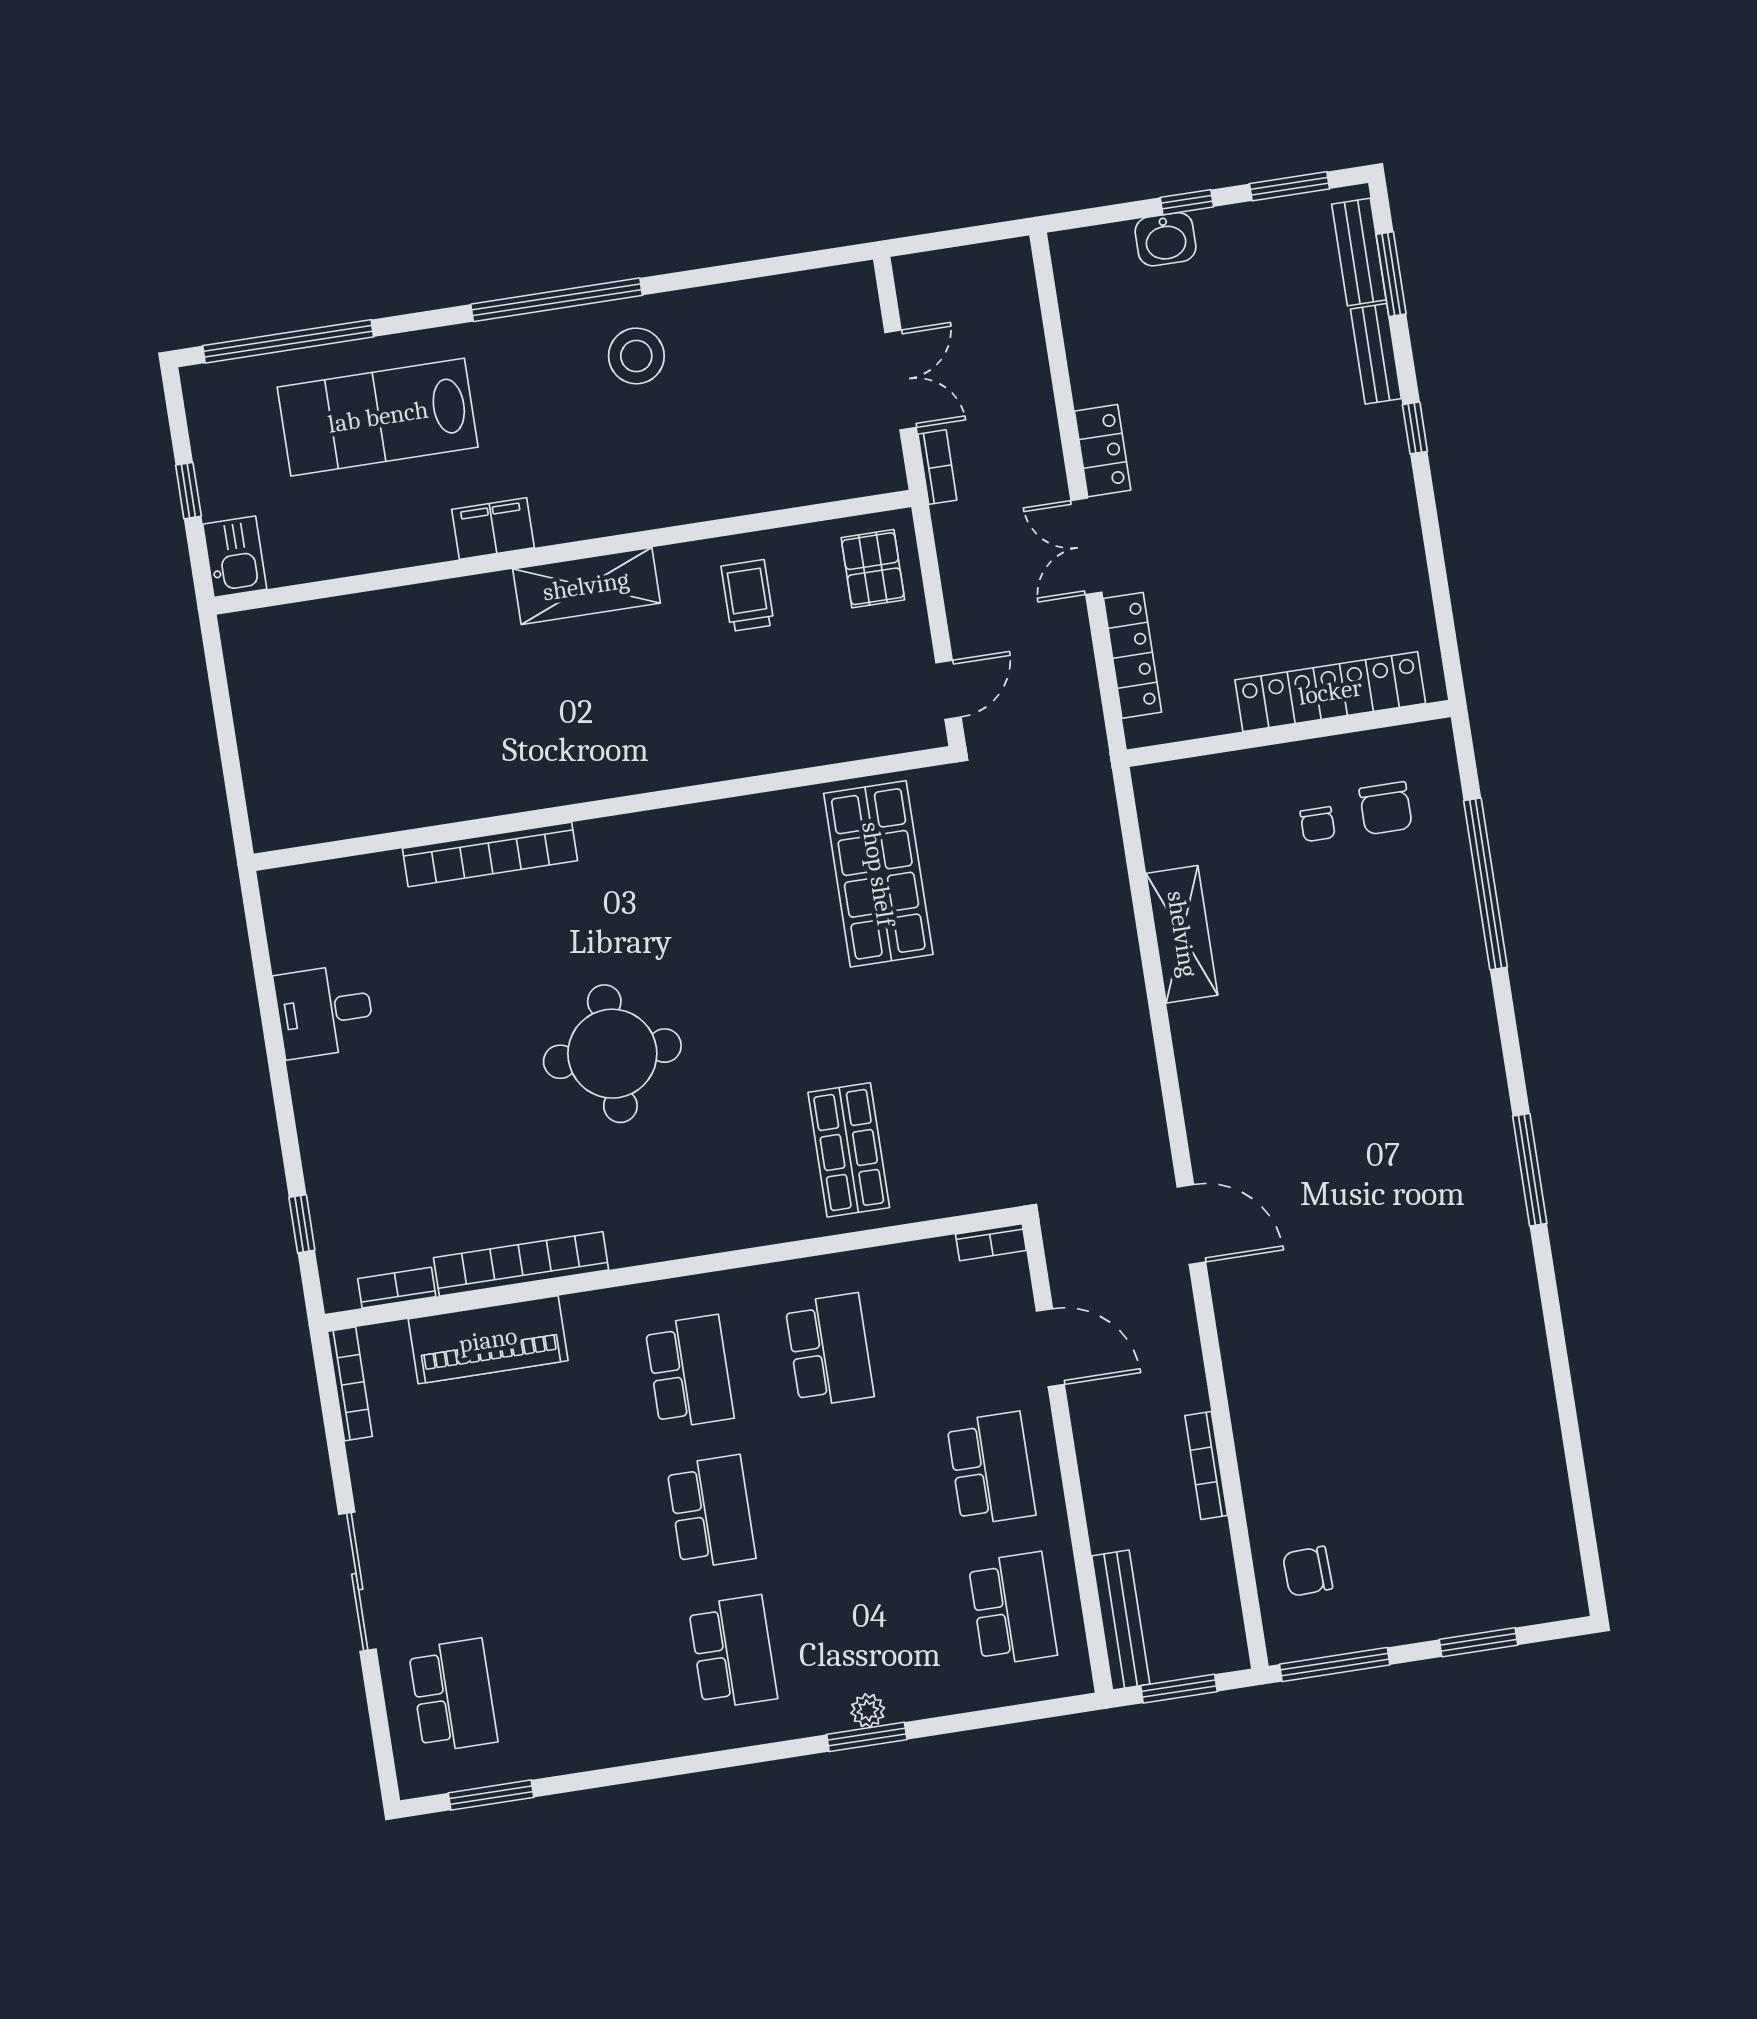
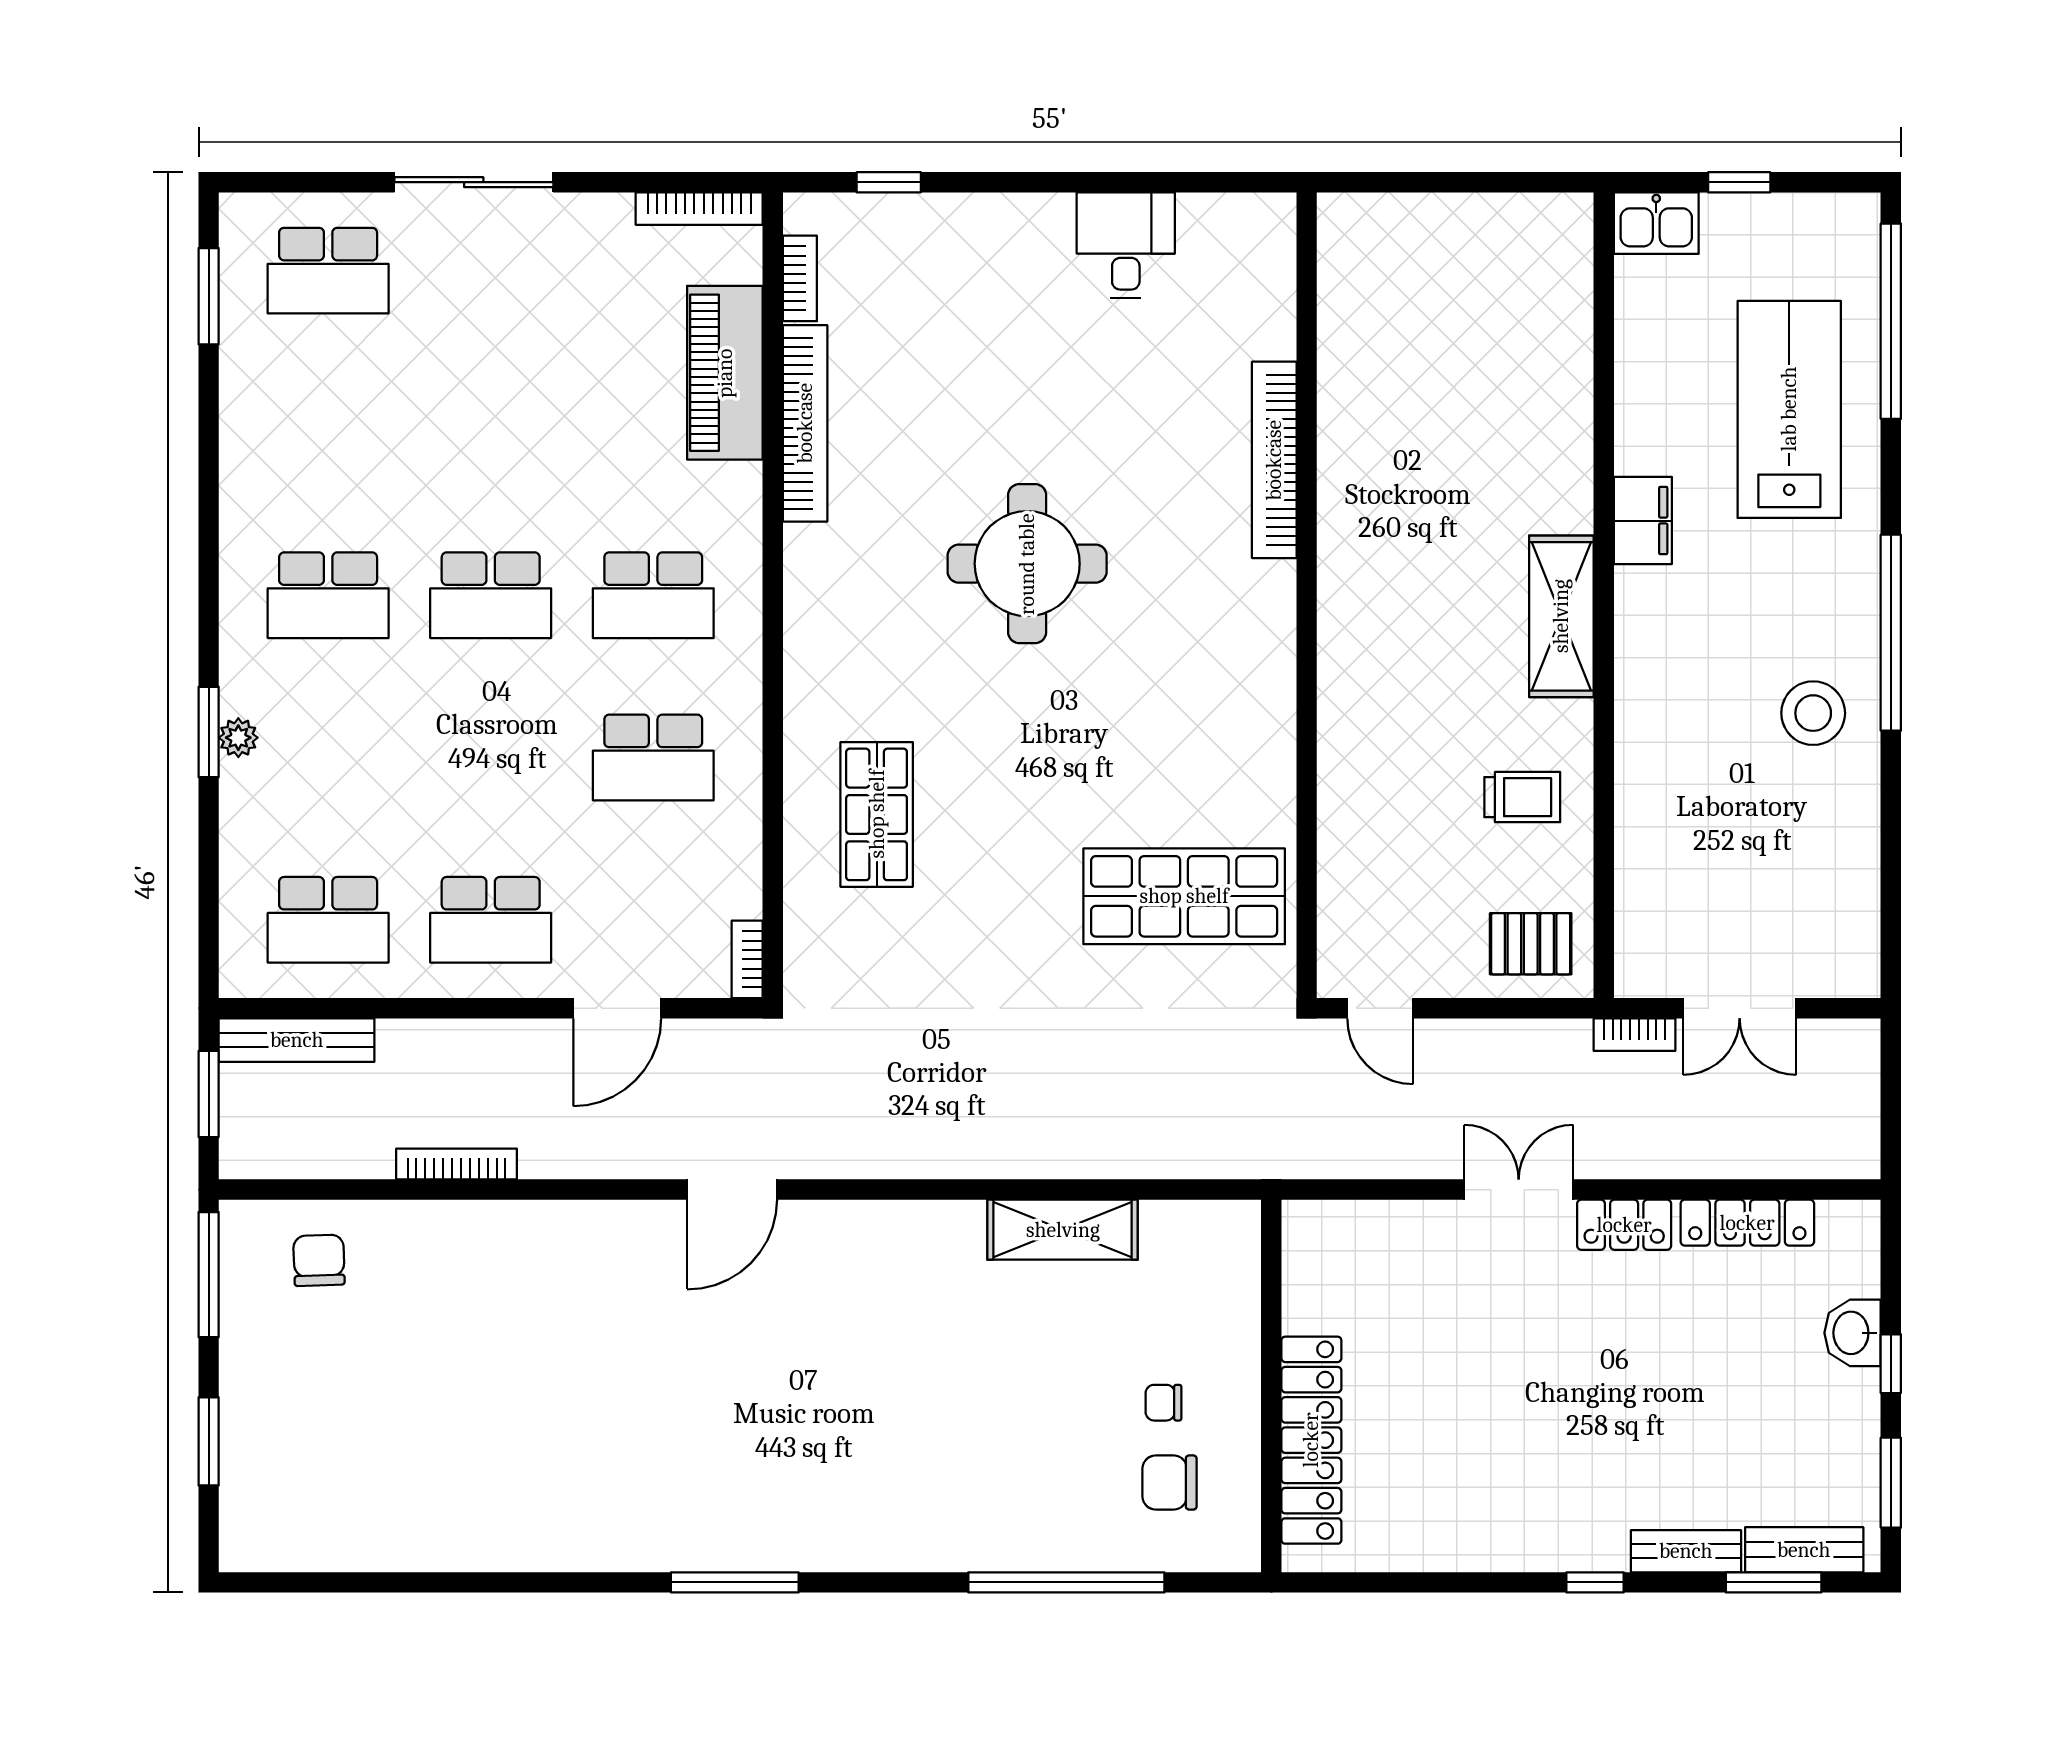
locker: (1133, 655) -> (1747, 1223), moved
shop shelf: (849, 1150) -> (877, 814), turned 90

